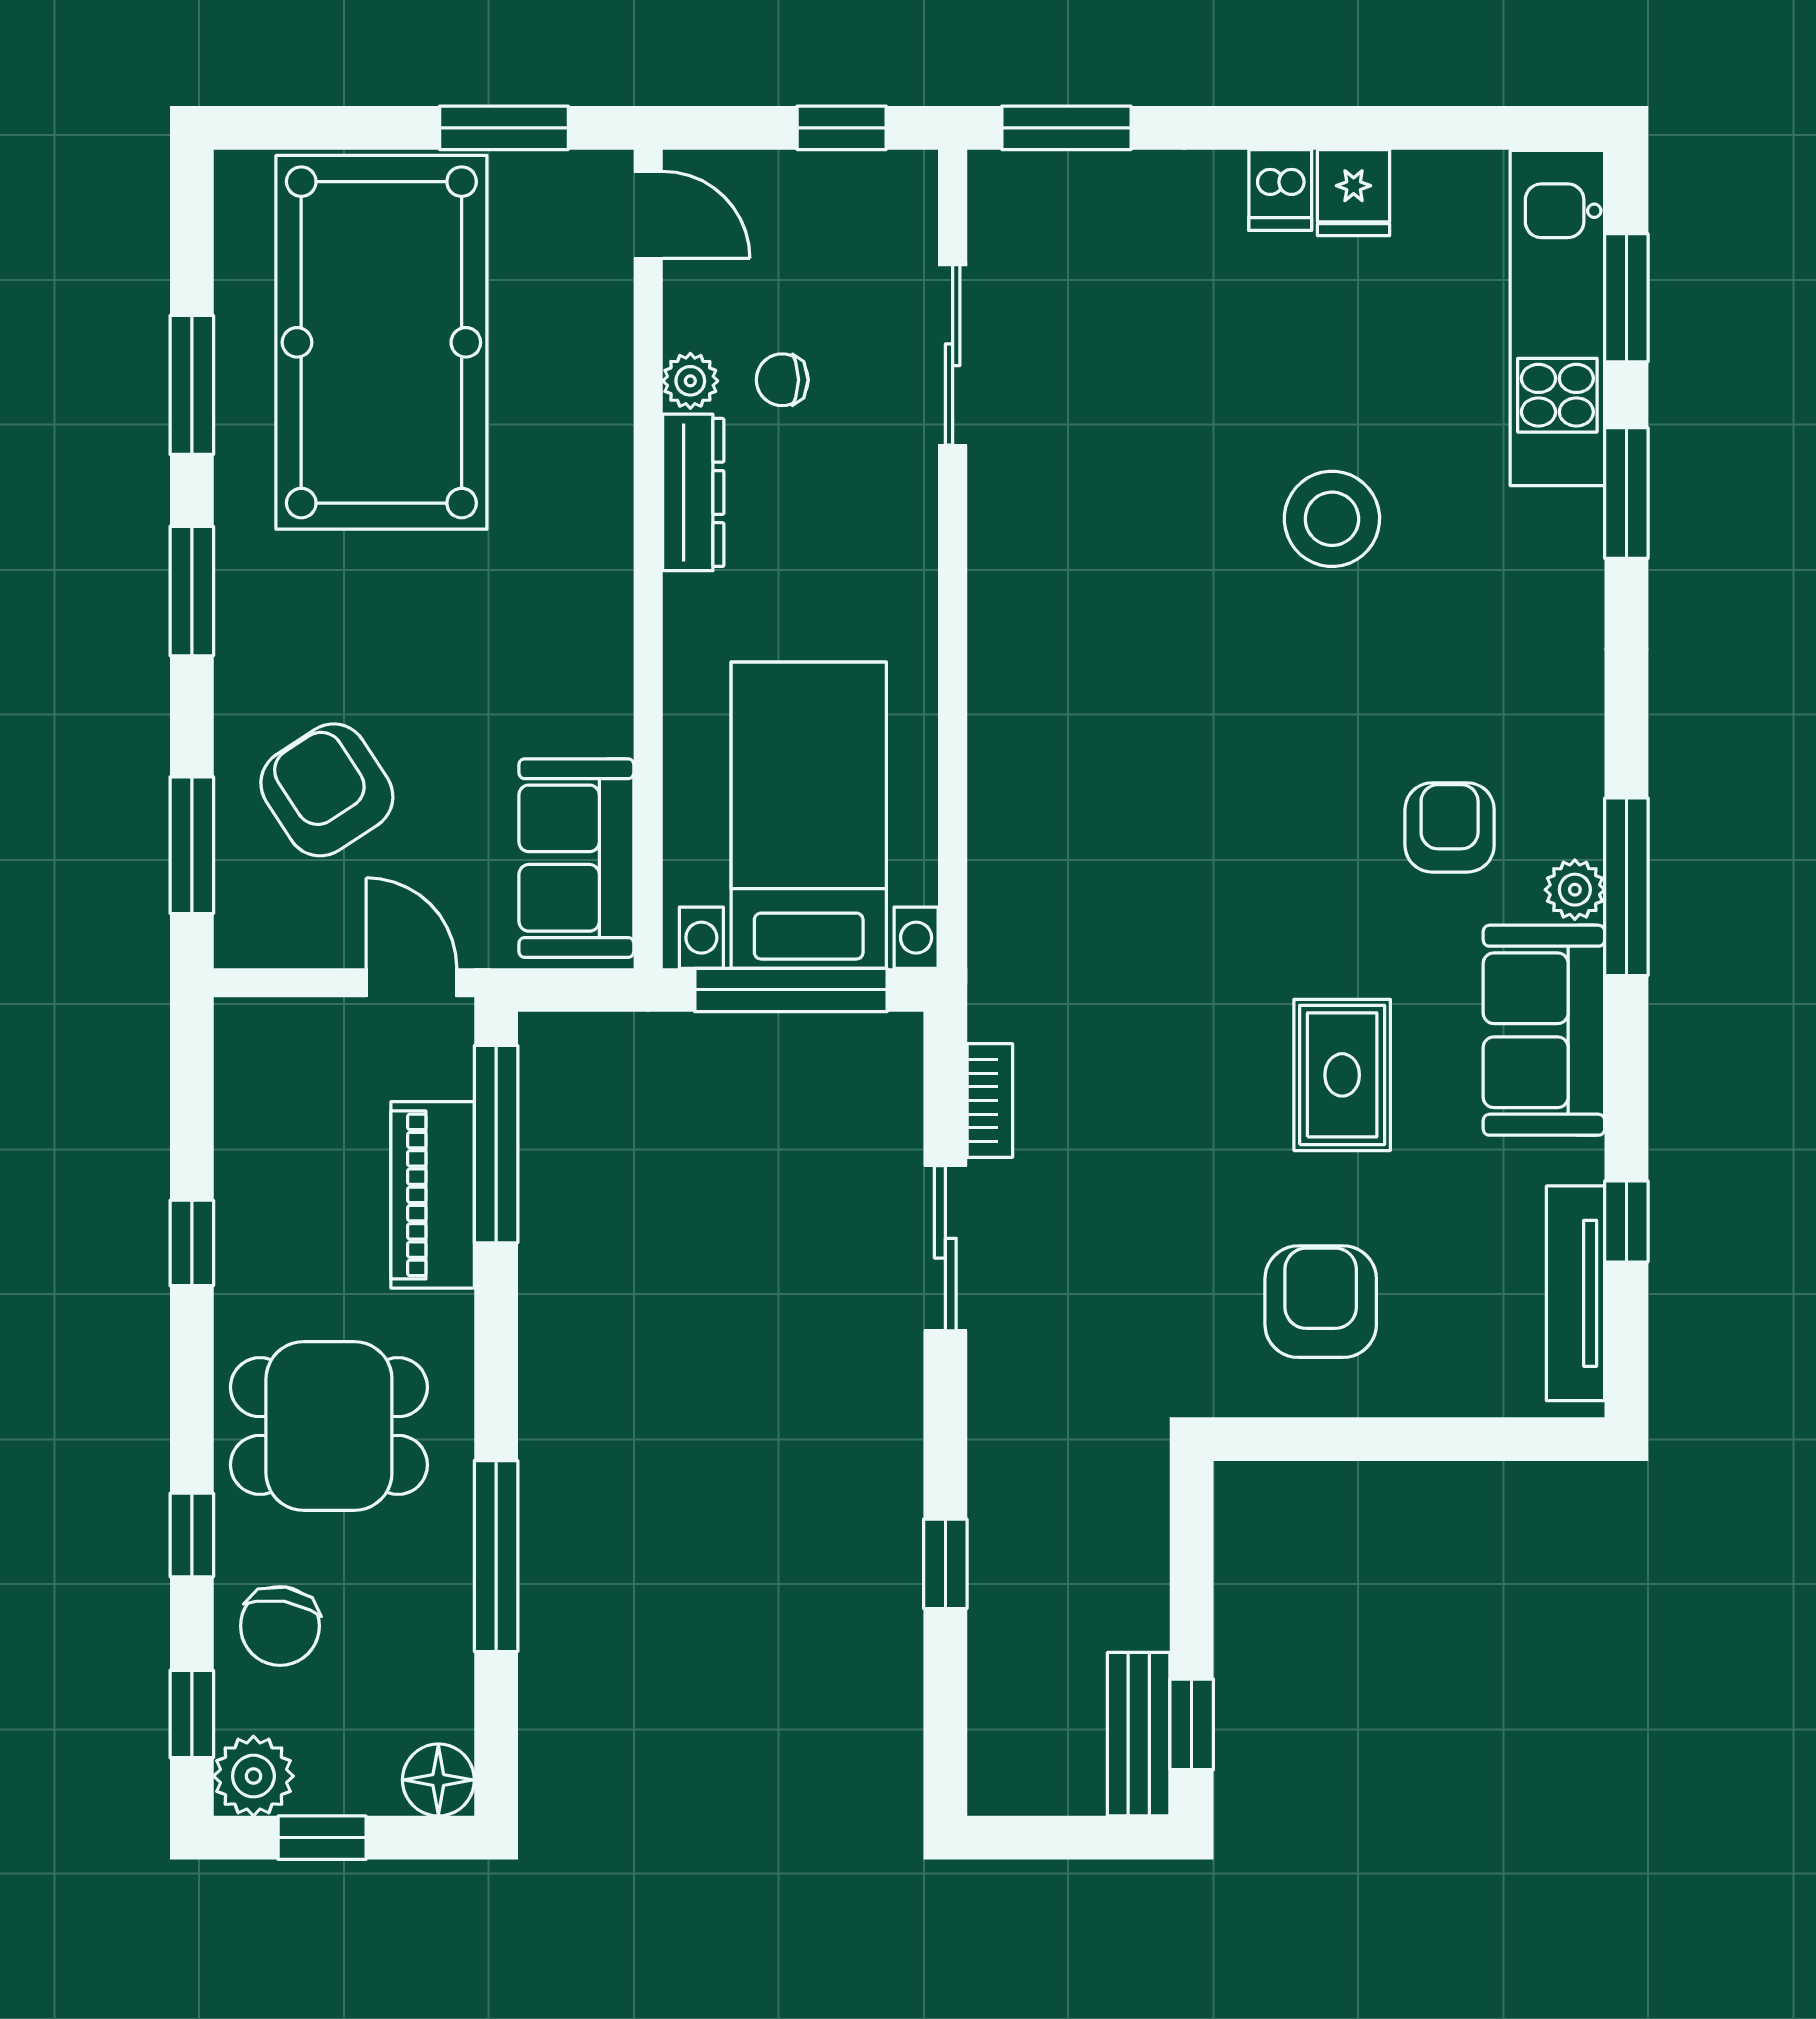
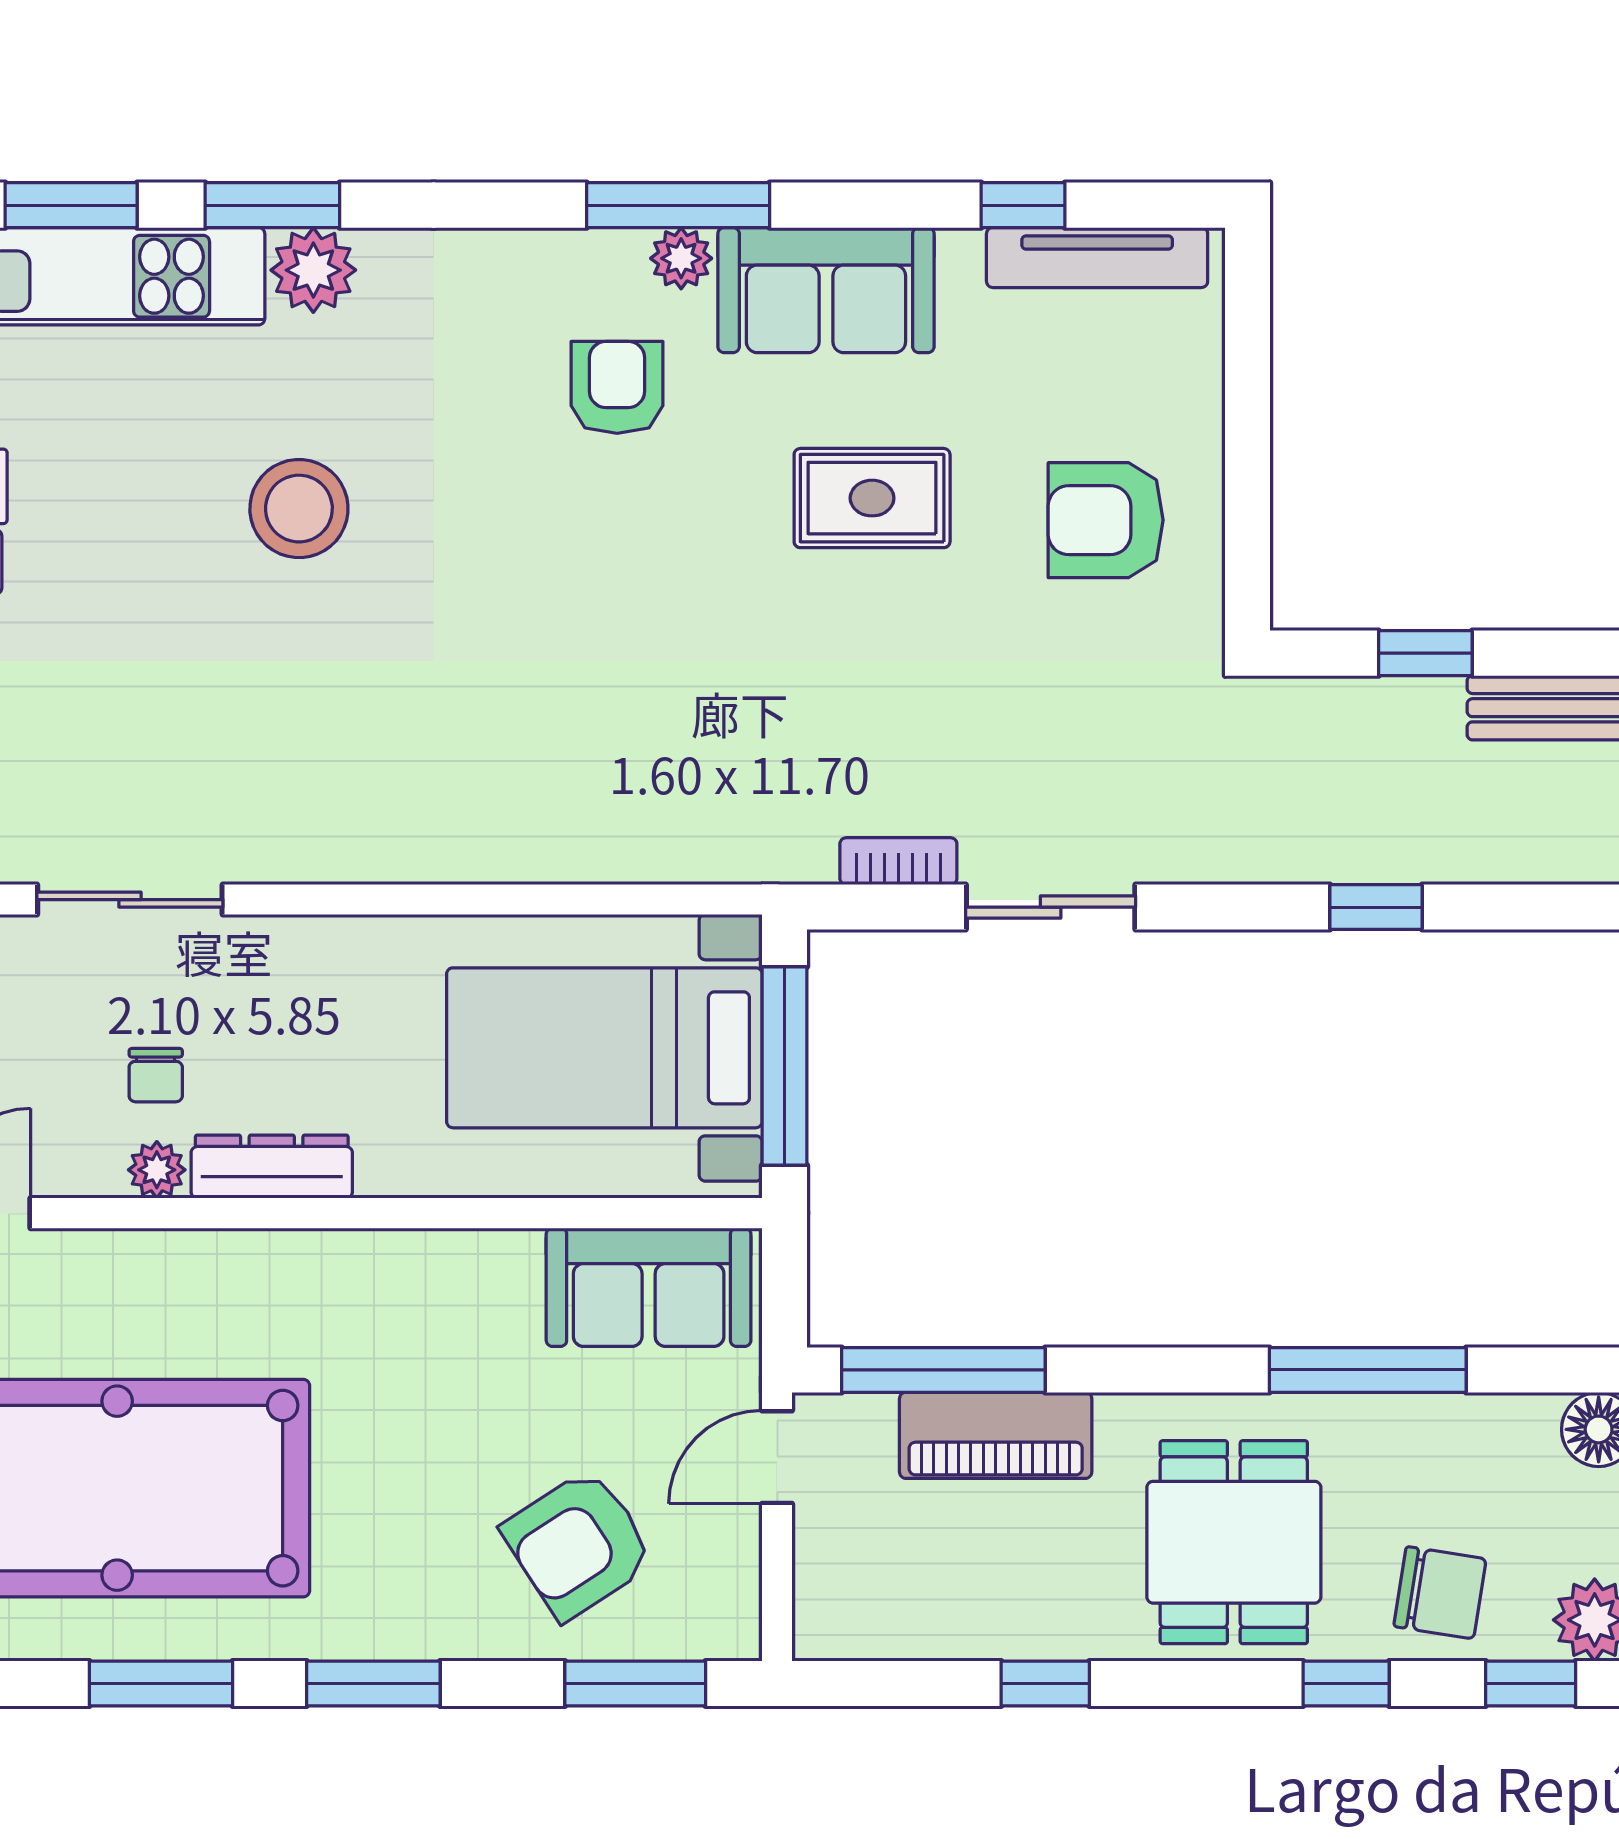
plant: (1563, 533) -> (313, 270), added
armchair: (1450, 827) -> (617, 387), turned 90
window: (1192, 1724) -> (1425, 653), moved

